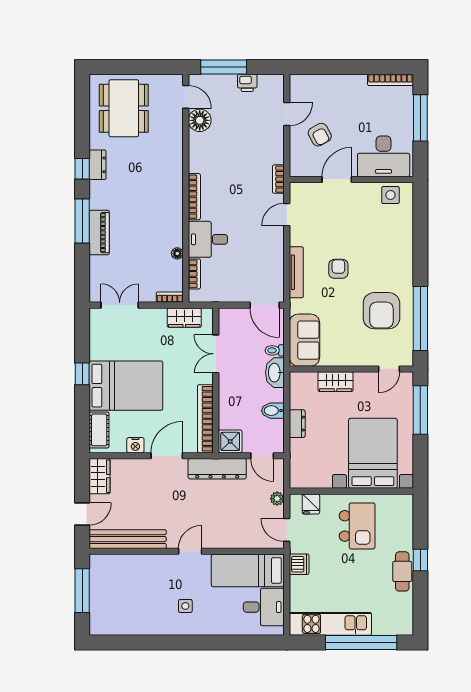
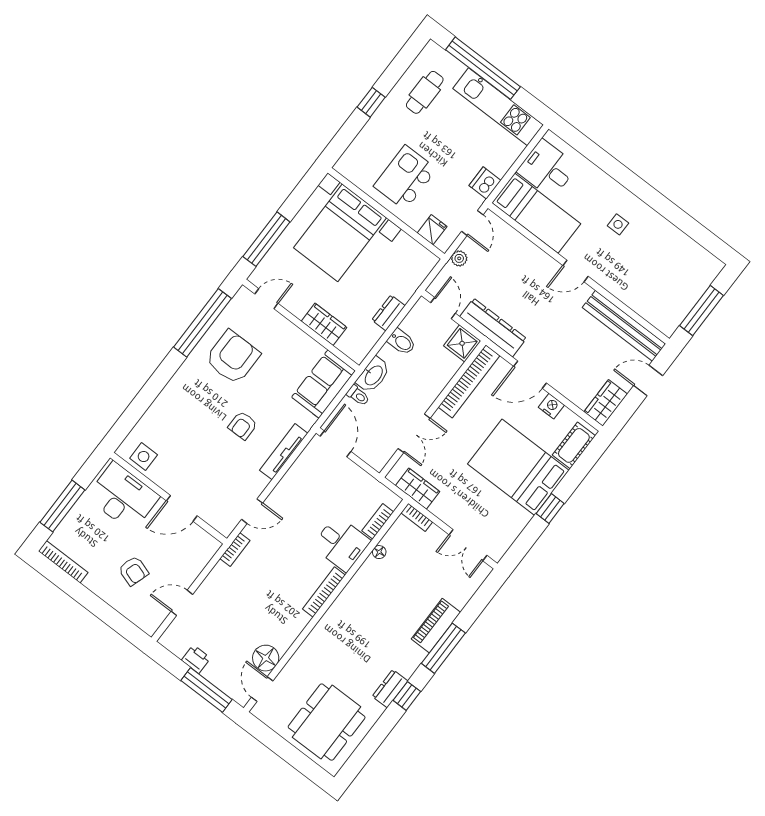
armchair: (320, 135) -> (133, 571), moved, turned 137
cafe table: (402, 571) -> (425, 92), moved

